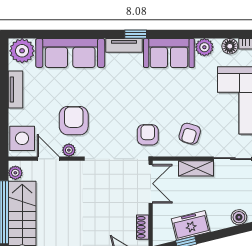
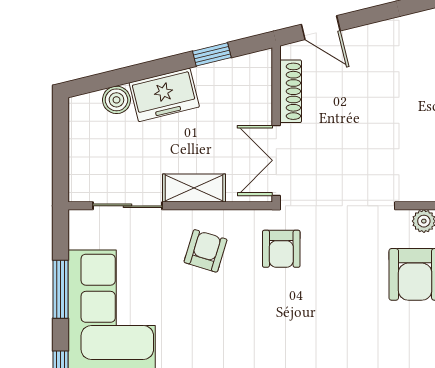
freezer: (191, 225) -> (164, 95), moved
shoe rack: (143, 227) -> (291, 91), width x1.43

